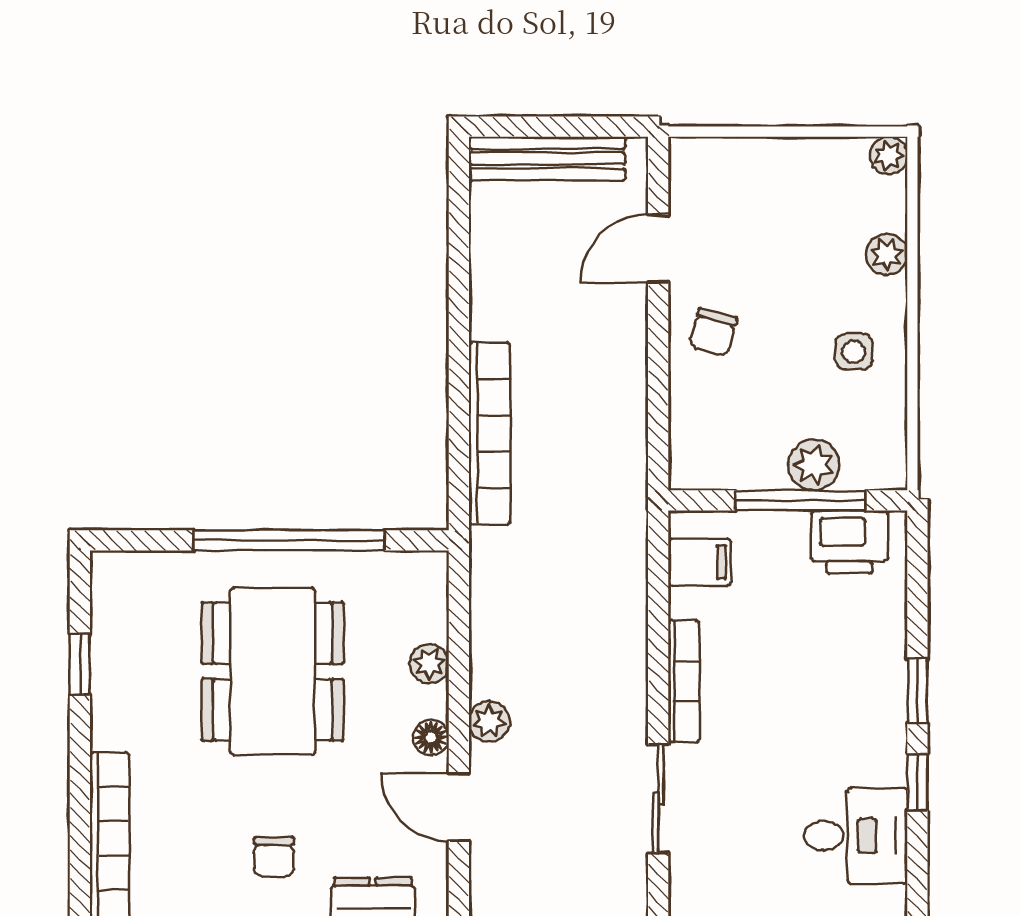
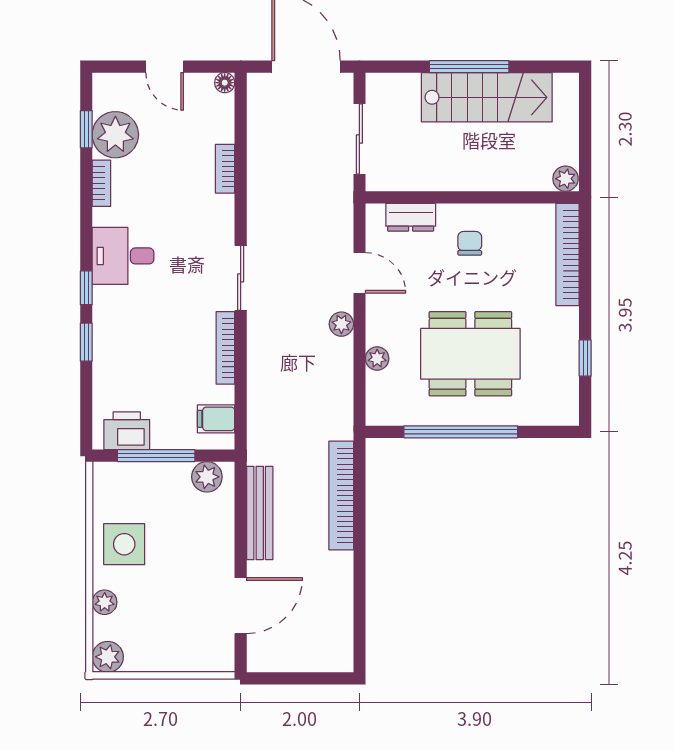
plant: (888, 156) -> (108, 657), width x1.38, depth x1.38
bench: (547, 159) -> (260, 513), moved, turned 90
door: (658, 249) -> (241, 606), width x1.38
chair: (713, 332) -> (208, 556), removed
side table: (854, 352) -> (124, 544), width x1.87, depth x1.87
plant: (814, 465) -> (207, 477), moved
dining table: (273, 672) -> (470, 354), turned 90
floor lamp: (431, 738) -> (376, 314), removed

